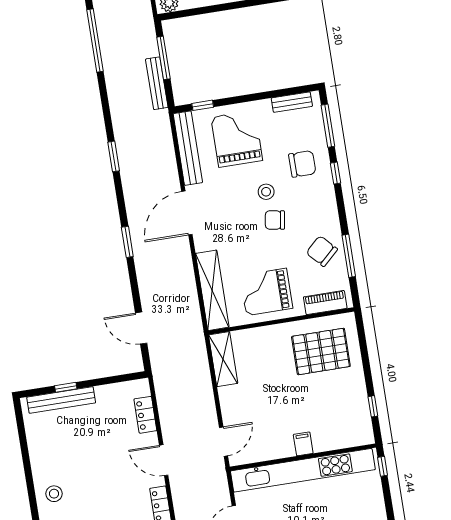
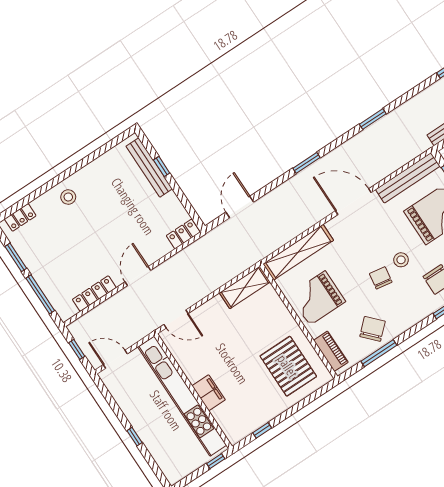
grand piano: (266, 292) -> (317, 298), turned -90
locker: (145, 415) -> (183, 234), moved
filing cabinet: (303, 444) -> (209, 393), width x2.00

